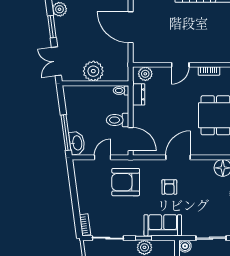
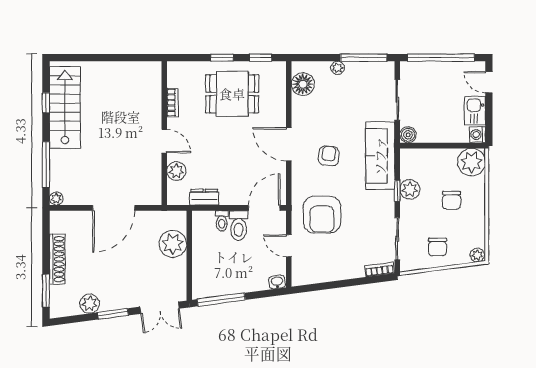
plant: (93, 71) -> (173, 244), moved
plant: (145, 74) -> (176, 171), moved
toilet: (121, 91) -> (222, 221), moved
window: (66, 133) -> (221, 300), moved
washbasin: (77, 143) -> (277, 282), width x0.52, depth x0.69
armchair: (169, 187) -> (329, 156), turned -85
sofa: (163, 225) -> (380, 156), width x1.36

